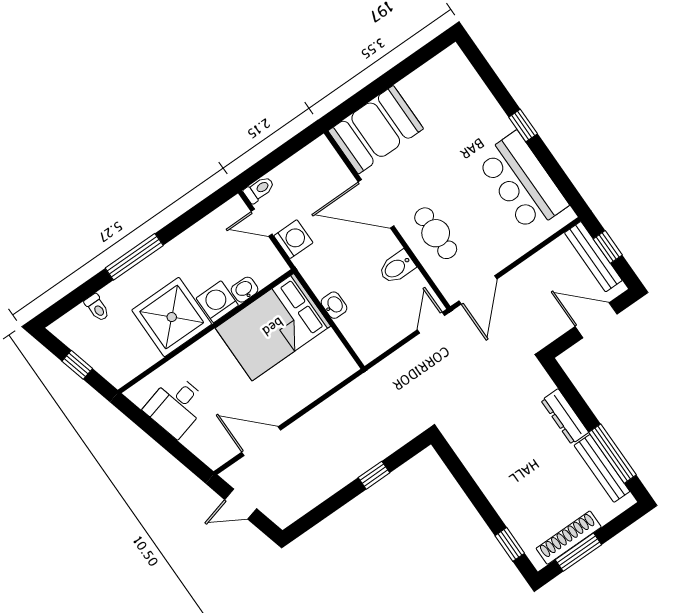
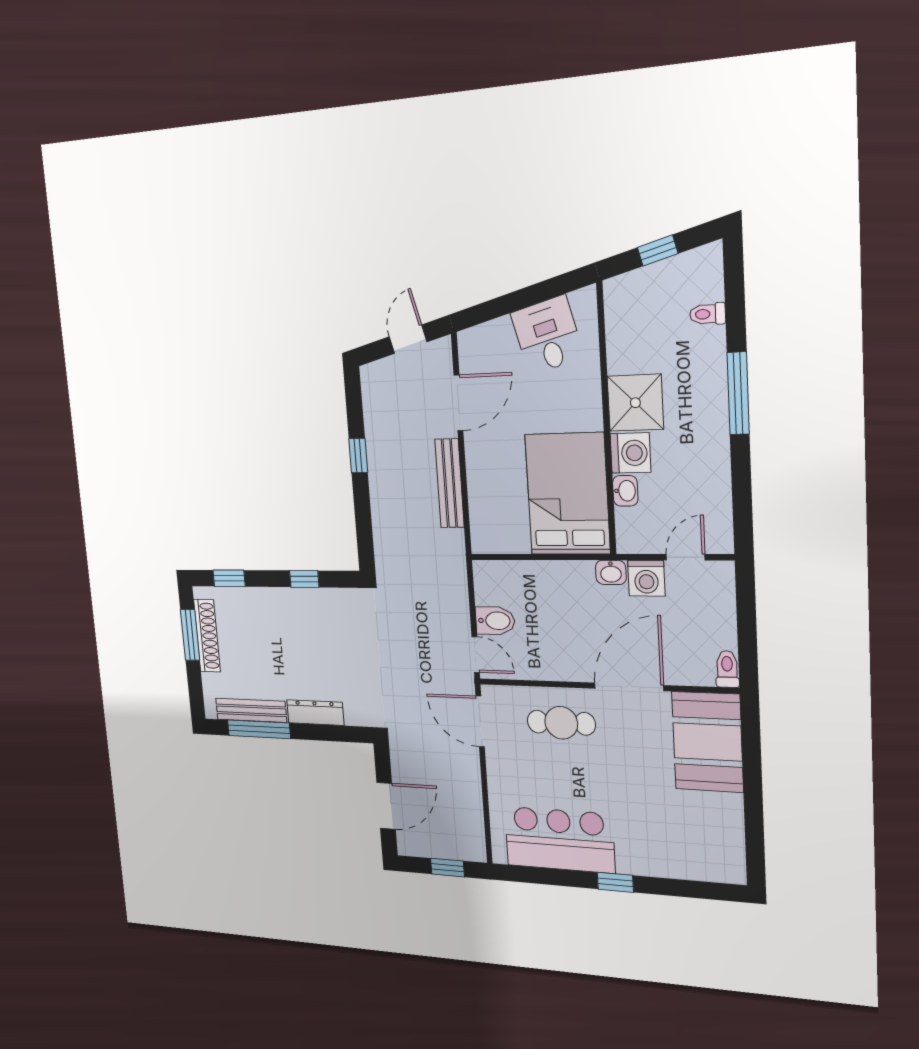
toilet: (259, 189) -> (727, 669), moved, turned 180
bench: (593, 257) -> (449, 483), moved, turned 90
bidet: (397, 267) -> (495, 621), moved, turned 90
washbasin: (334, 305) -> (611, 572), moved
shower: (172, 317) -> (635, 403), width x0.73, depth x0.73
window: (374, 475) -> (358, 455), moved
window: (467, 484) -> (304, 579), added

